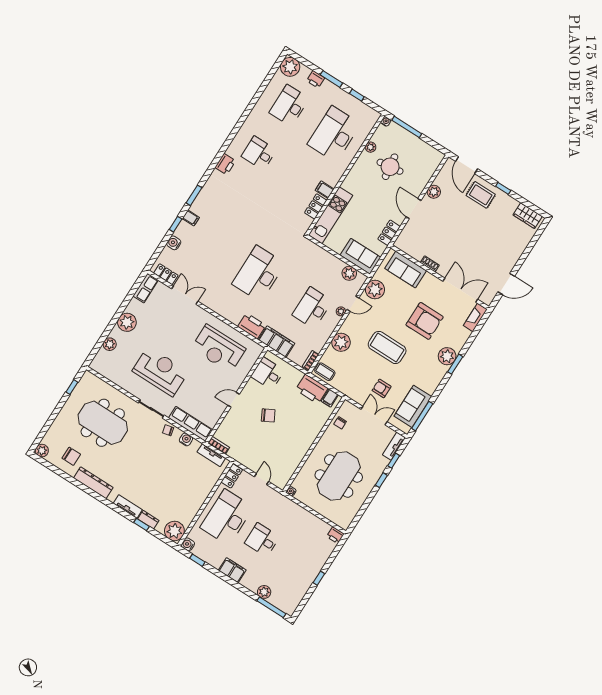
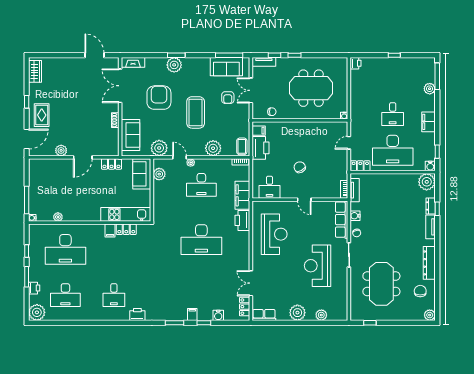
round table: (390, 167) -> (63, 194), removed

